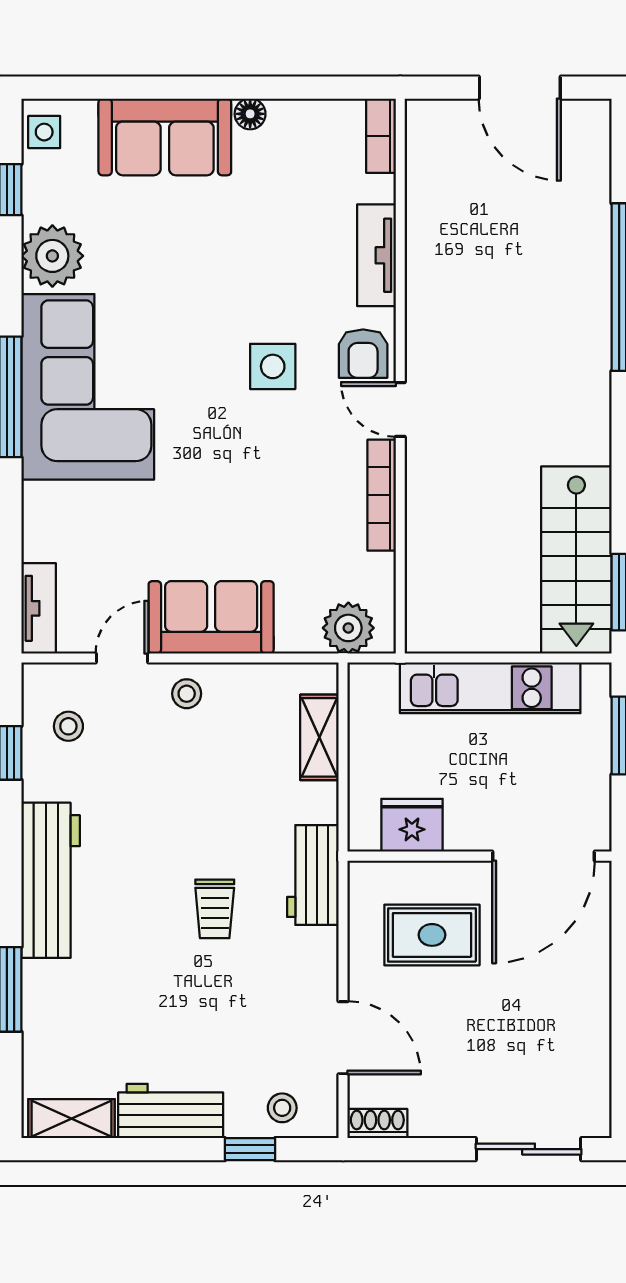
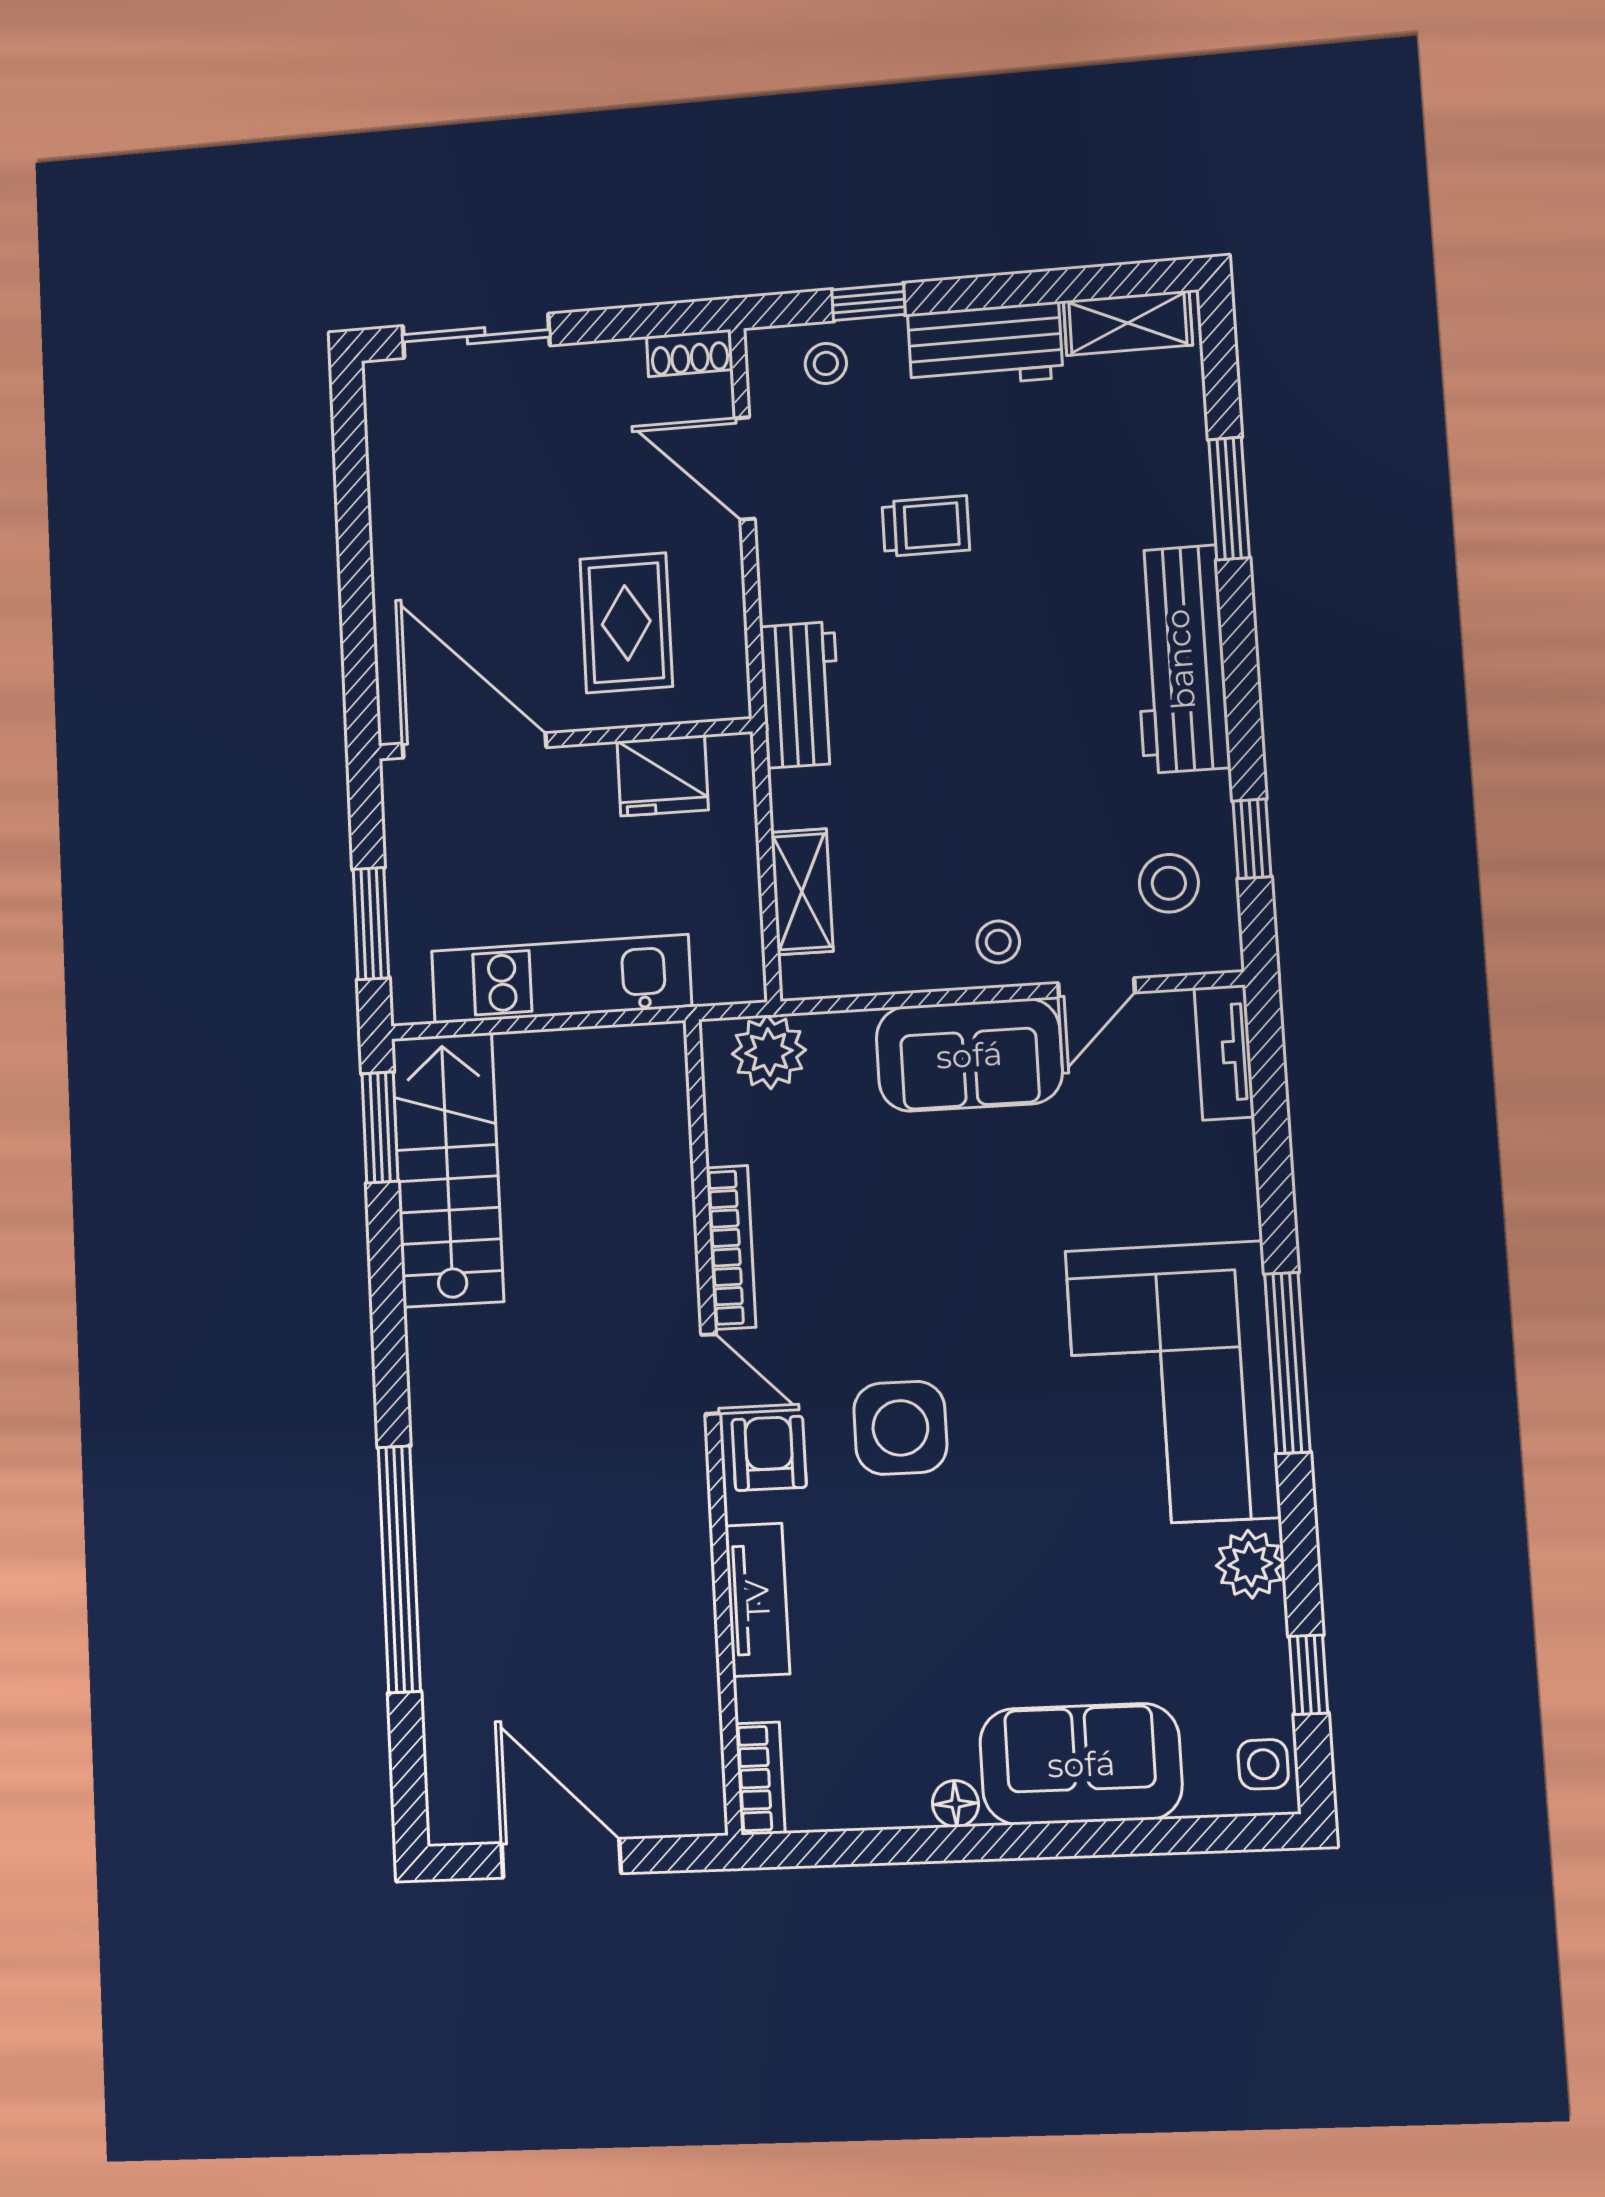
plant: (52, 256) -> (1250, 1564), width x0.73, depth x0.73
side table: (273, 366) -> (900, 1428), width x1.37, depth x1.37
stool: (68, 726) -> (1169, 883), width x1.37, depth x1.37
door: (544, 856) -> (474, 745), hinge flipped
trolley: (215, 909) -> (926, 526), moved, turned 90
rug: (432, 935) -> (626, 623), turned 90

